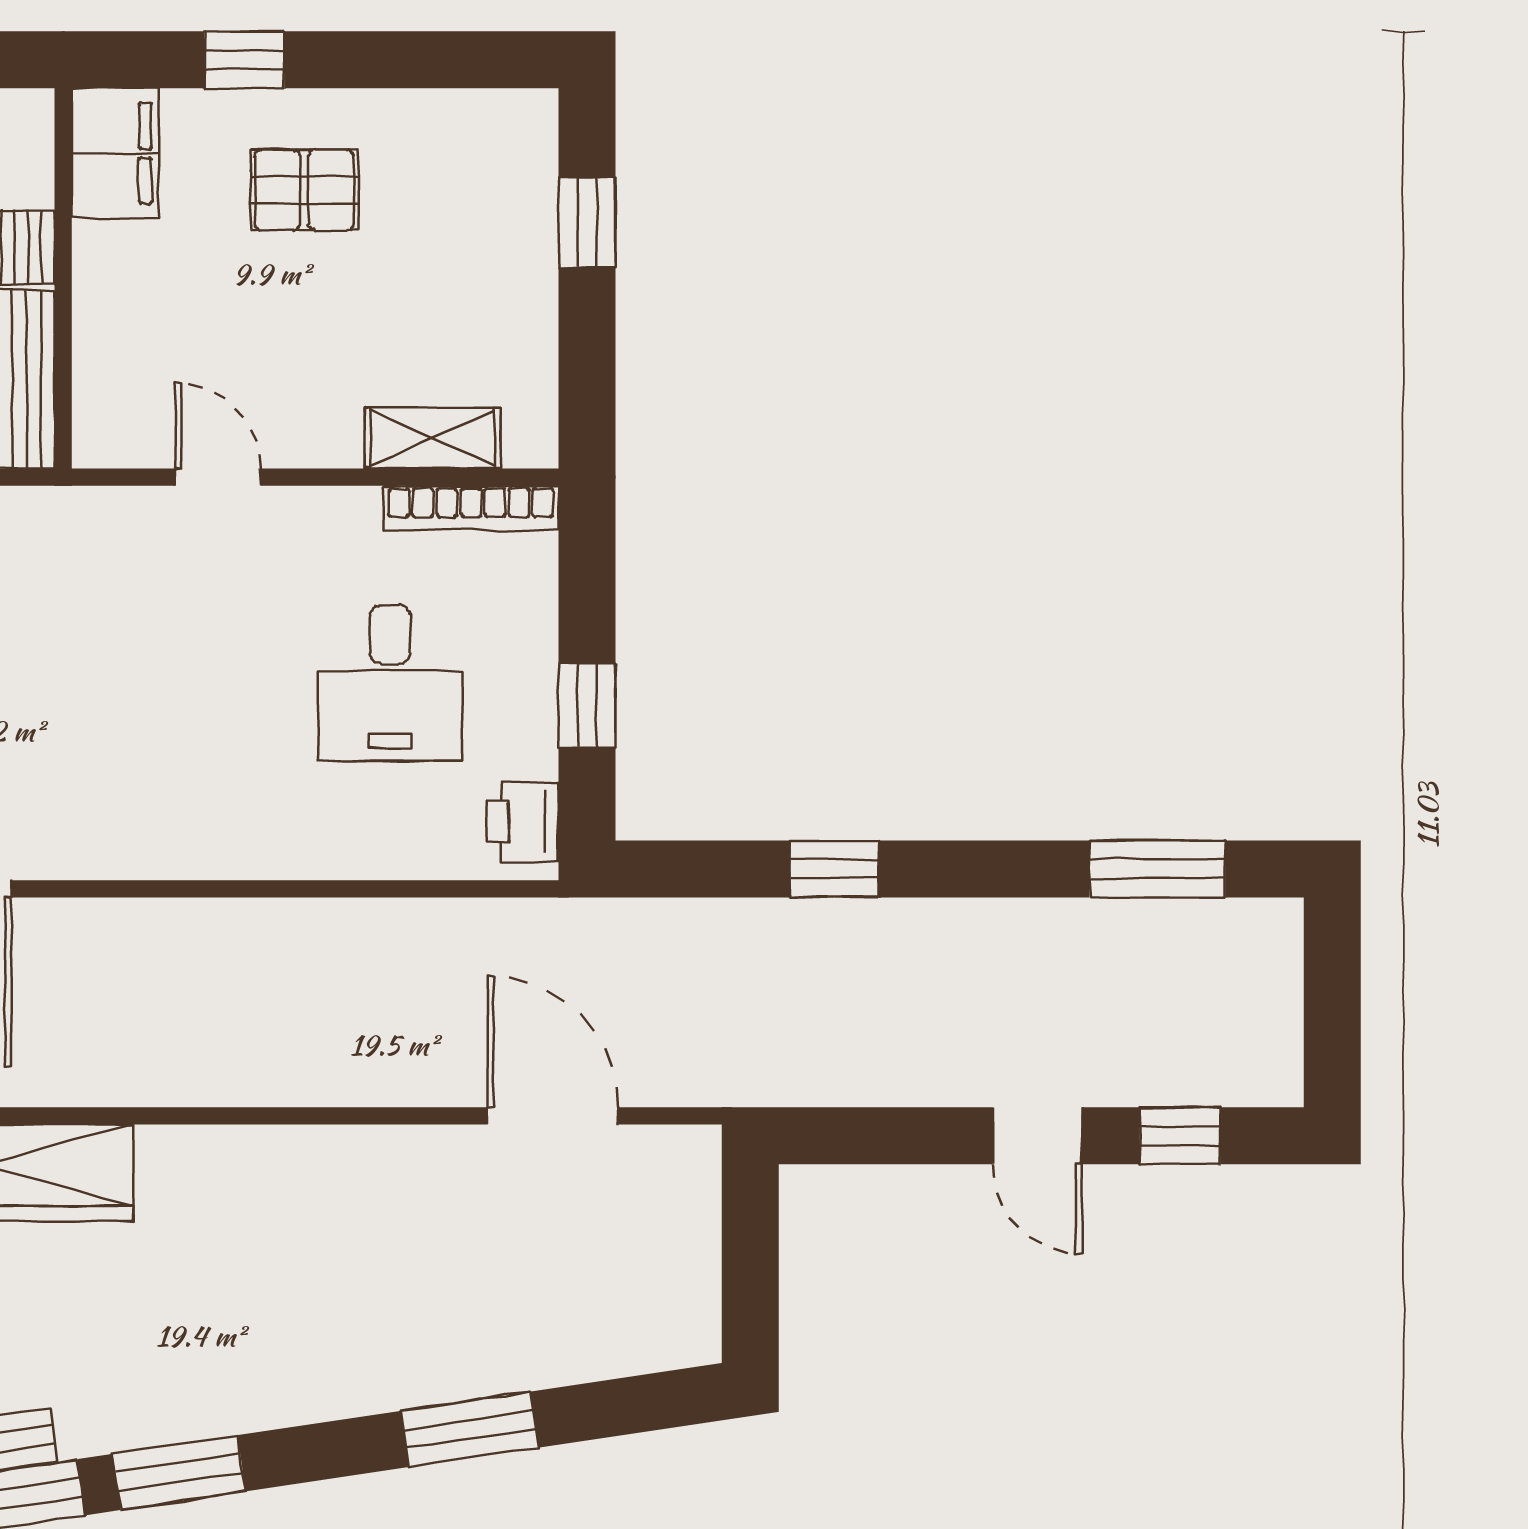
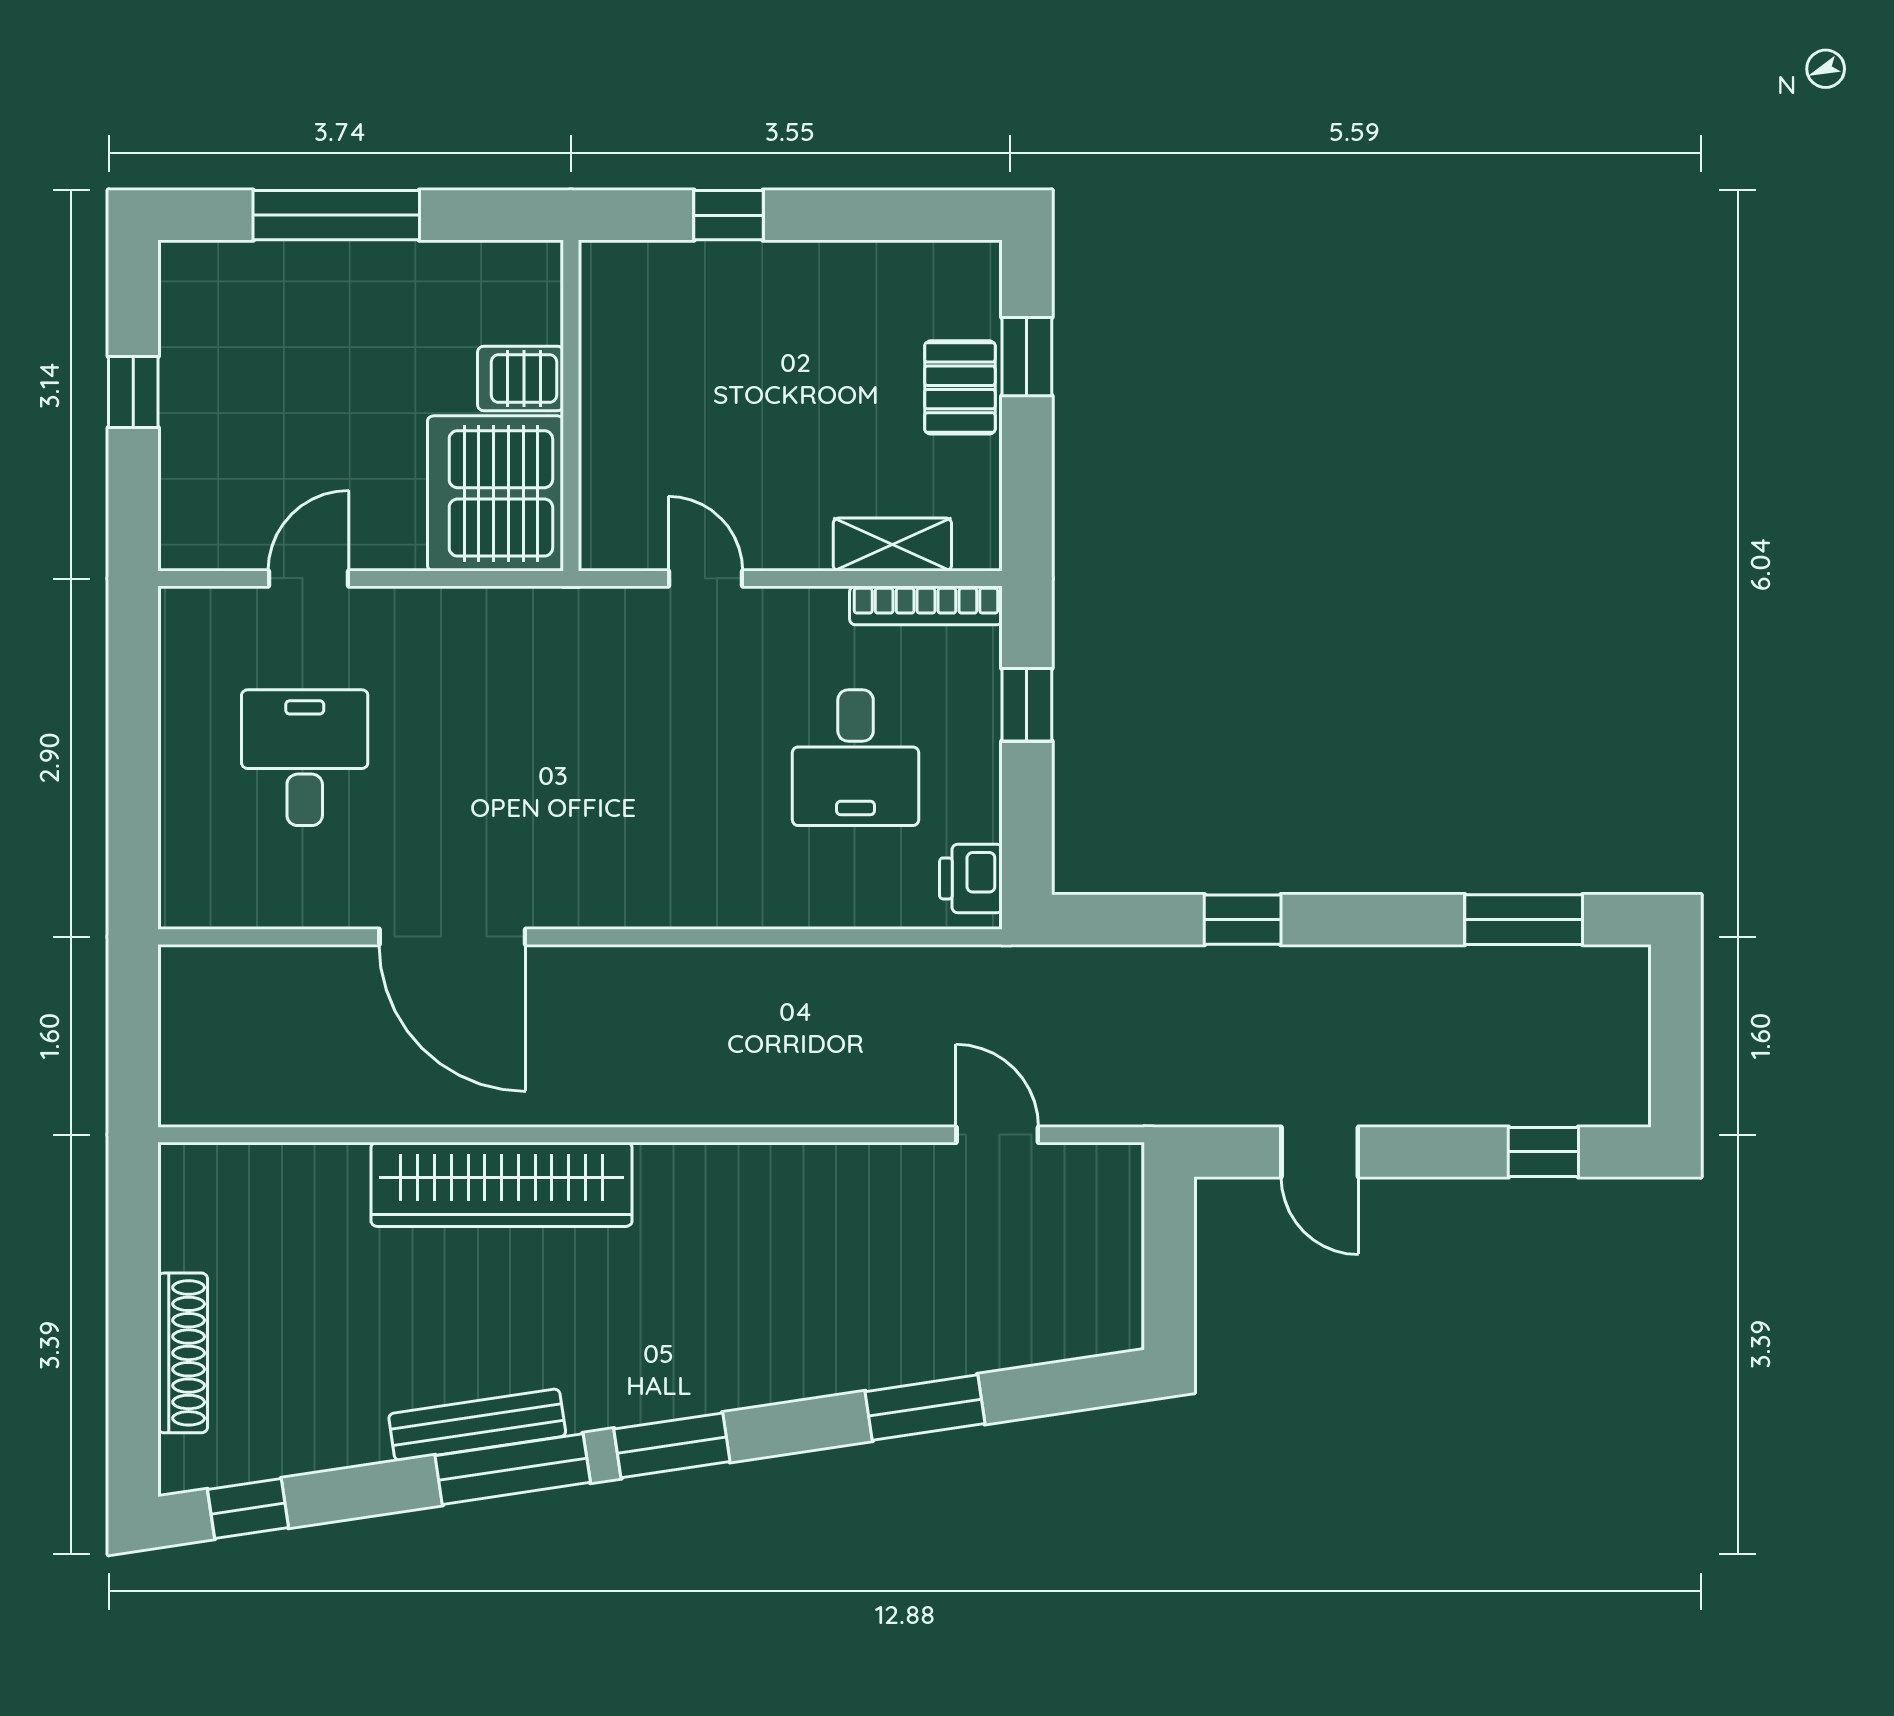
filing cabinet: (115, 153) -> (616, 296), removed
pallet: (304, 190) -> (960, 387), moved, turned 90
window: (587, 705) -> (1027, 705), moved
door: (553, 1116) -> (997, 1135), width x0.73
door: (1037, 1136) -> (1320, 1152), moved

